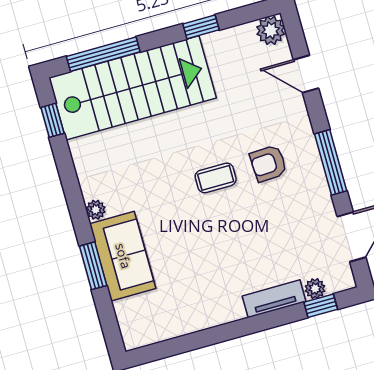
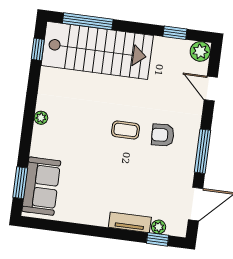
window: (201, 27) -> (175, 33), moved
sofa: (123, 256) -> (41, 186), moved
window: (93, 266) -> (20, 183), moved

